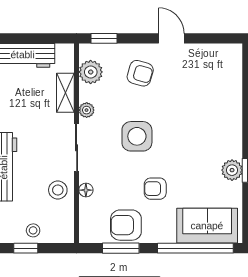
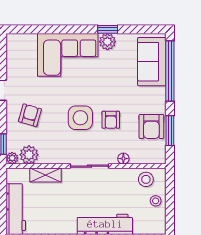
plant: (87, 110) -> (12, 158), moved
corner sofa: (216, 121) -> (68, 55), added
armchair: (155, 189) -> (111, 120), moved
stool: (58, 190) -> (146, 179), moved
window: (26, 248) -> (170, 207), removed

